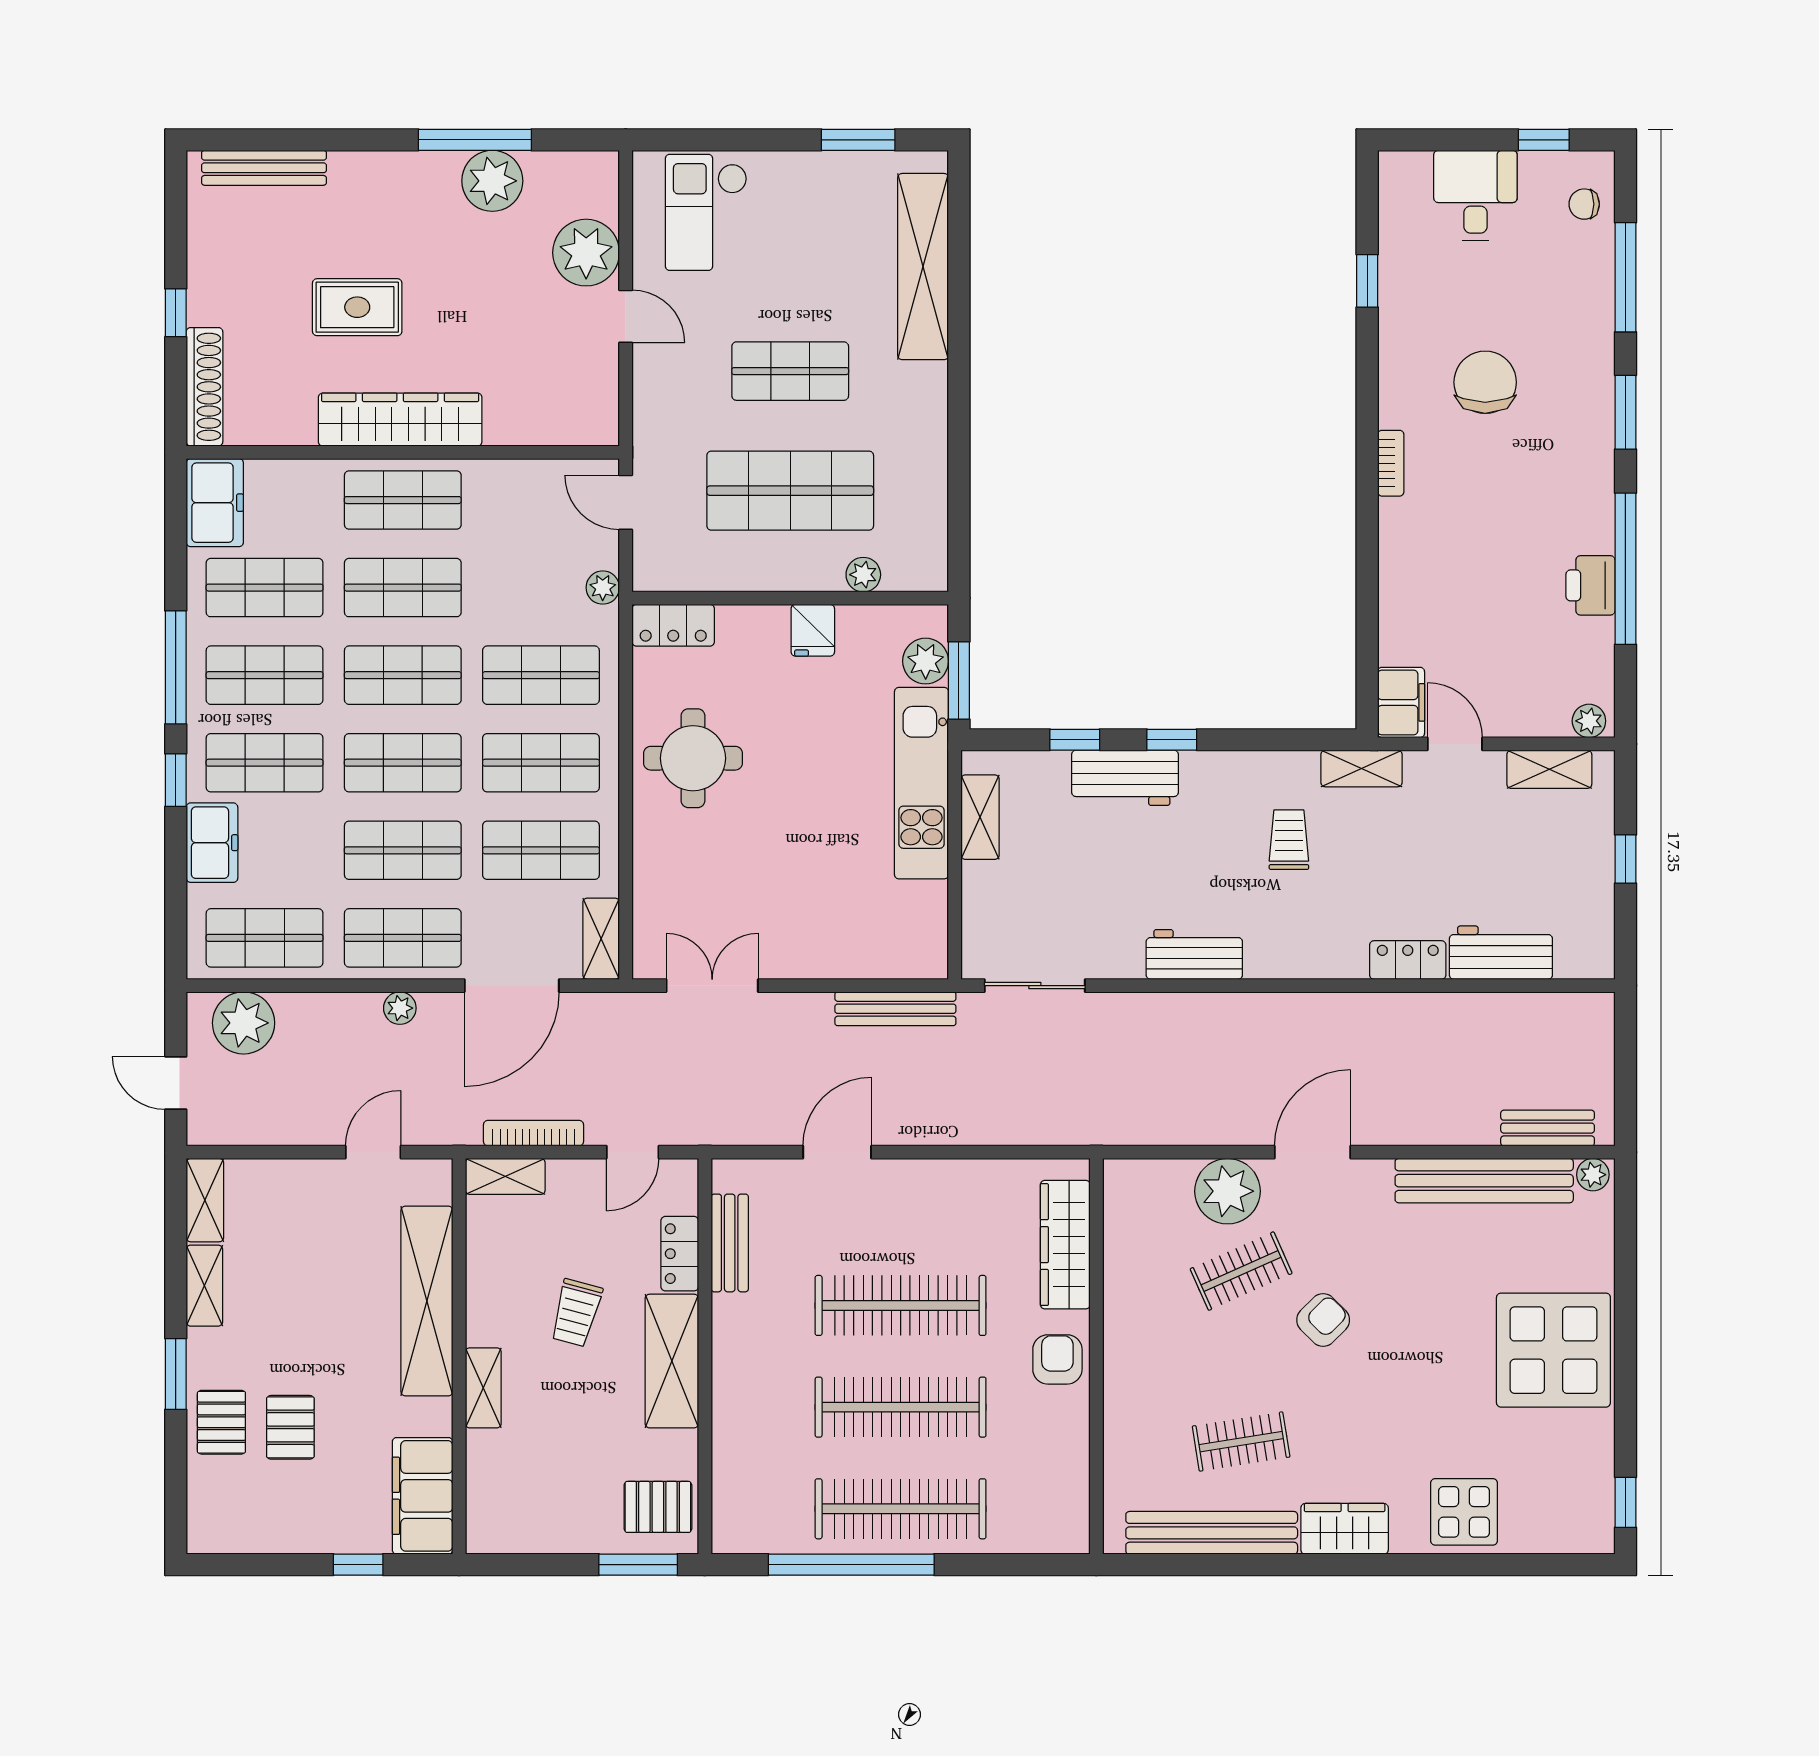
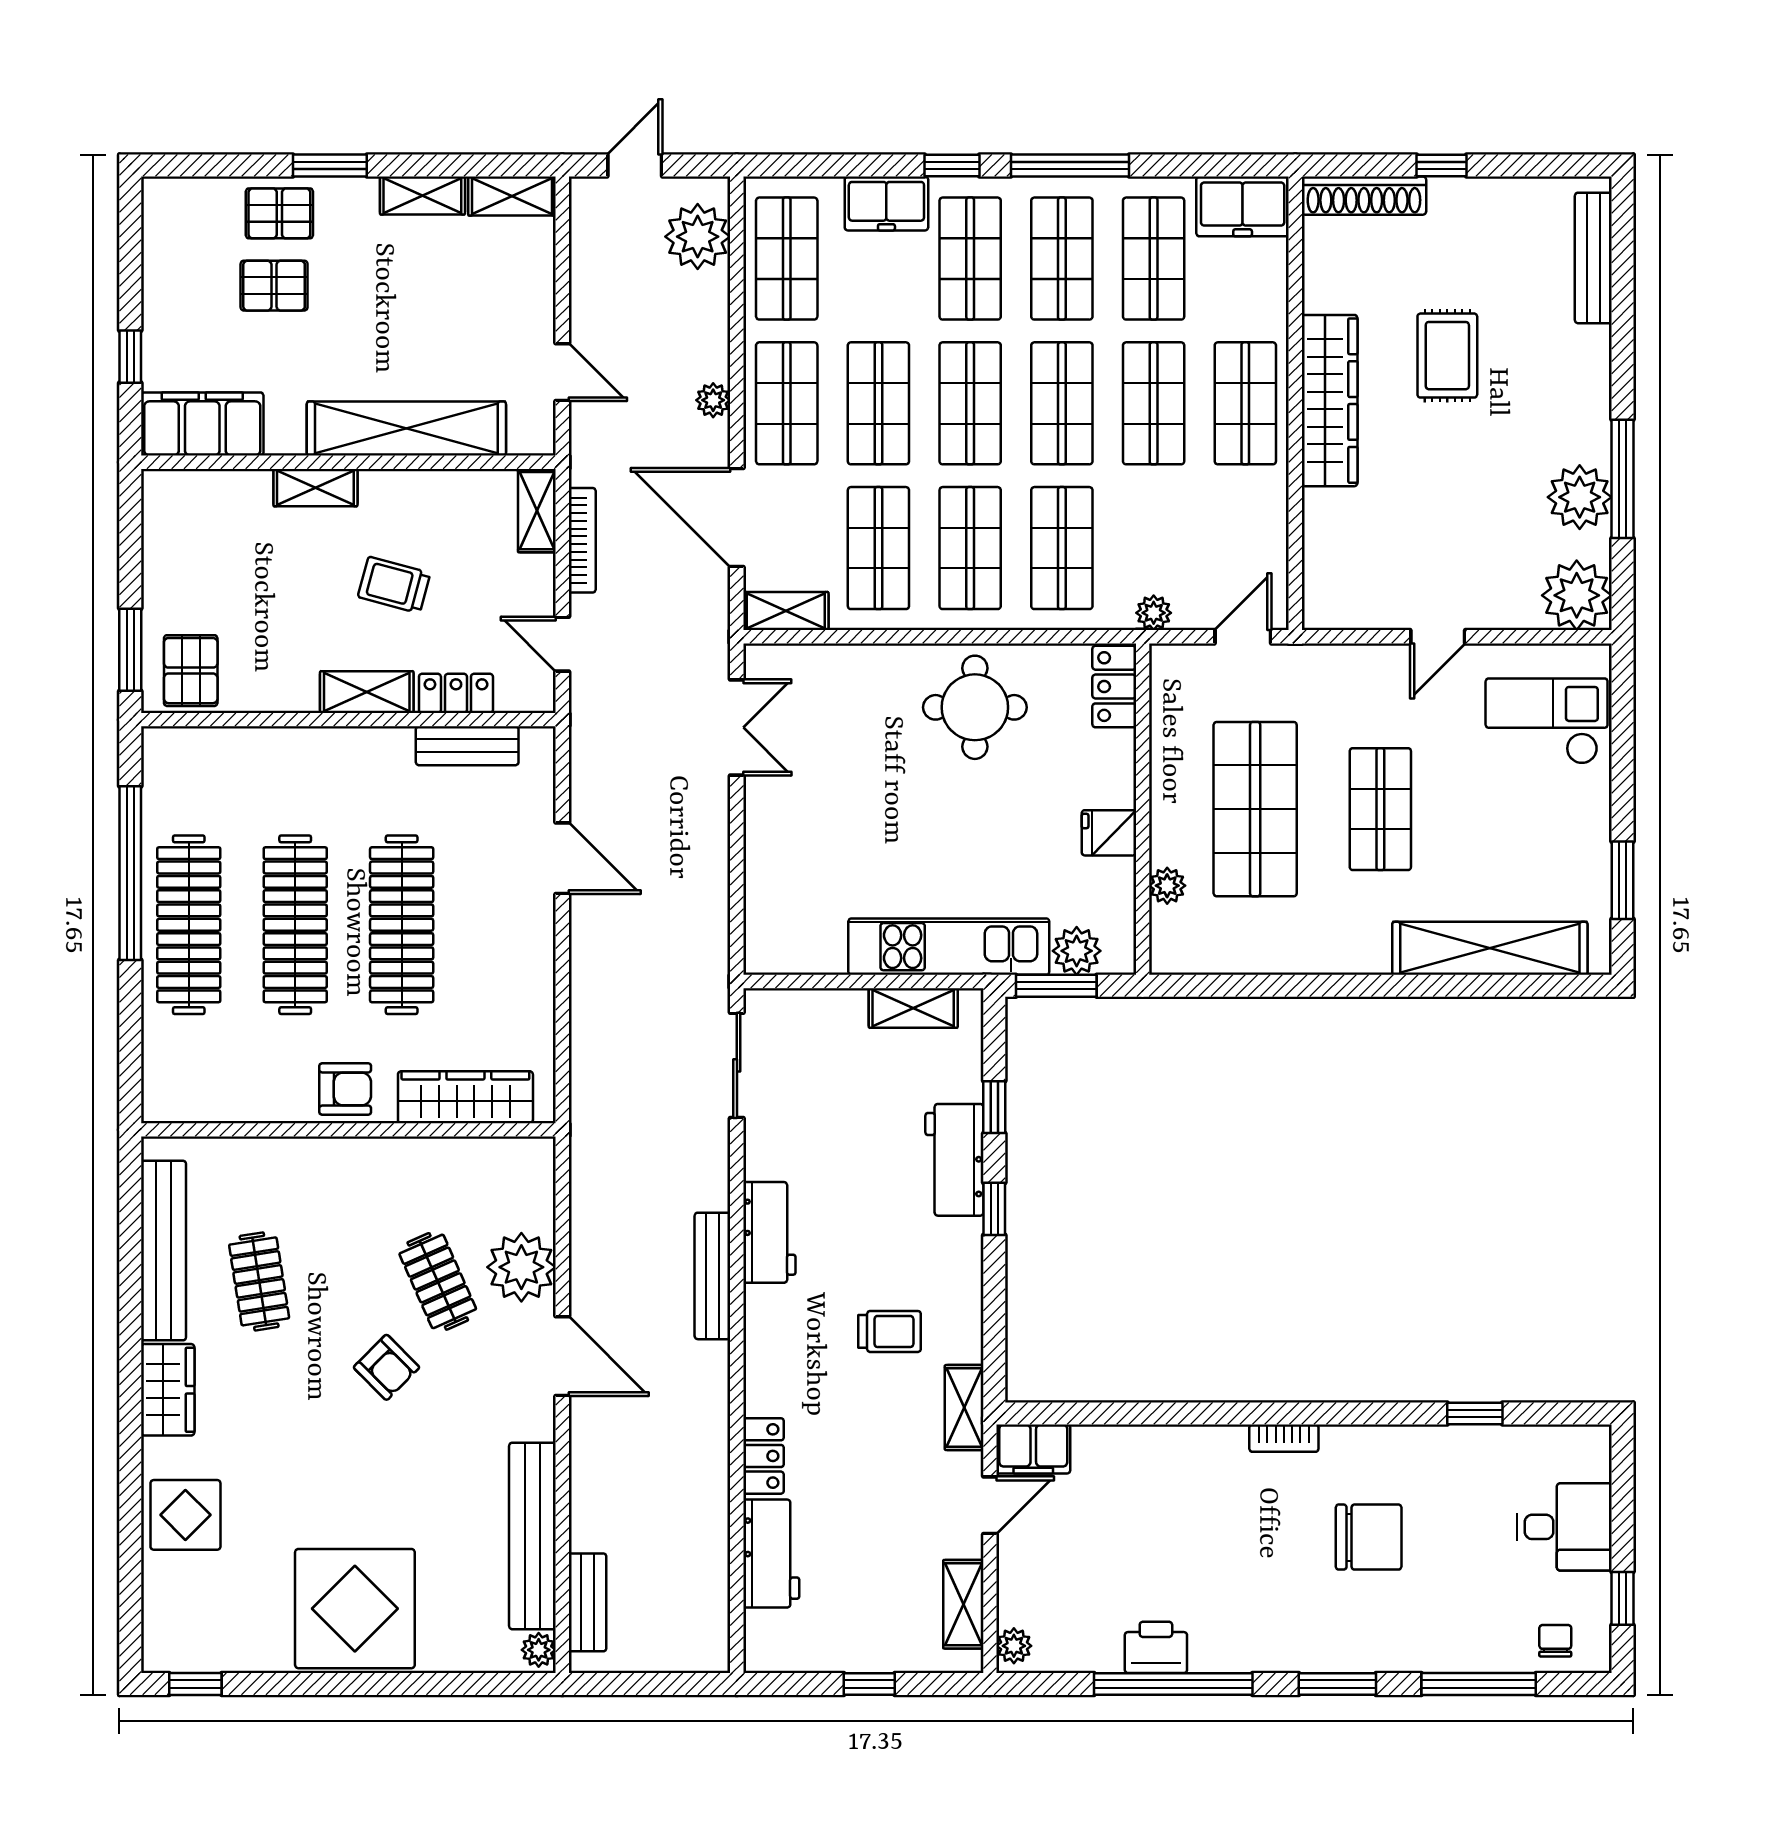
plant: (586, 253) -> (1577, 595), moved
bench: (895, 1009) -> (712, 1276), moved
shelving: (672, 1361) -> (367, 692), width x0.67, depth x0.75

